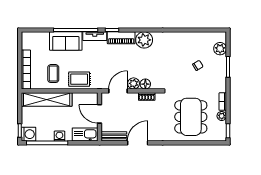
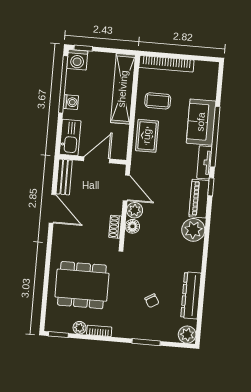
dresser: (192, 38) -> (191, 295), added
plant: (220, 49) -> (187, 335), moved

